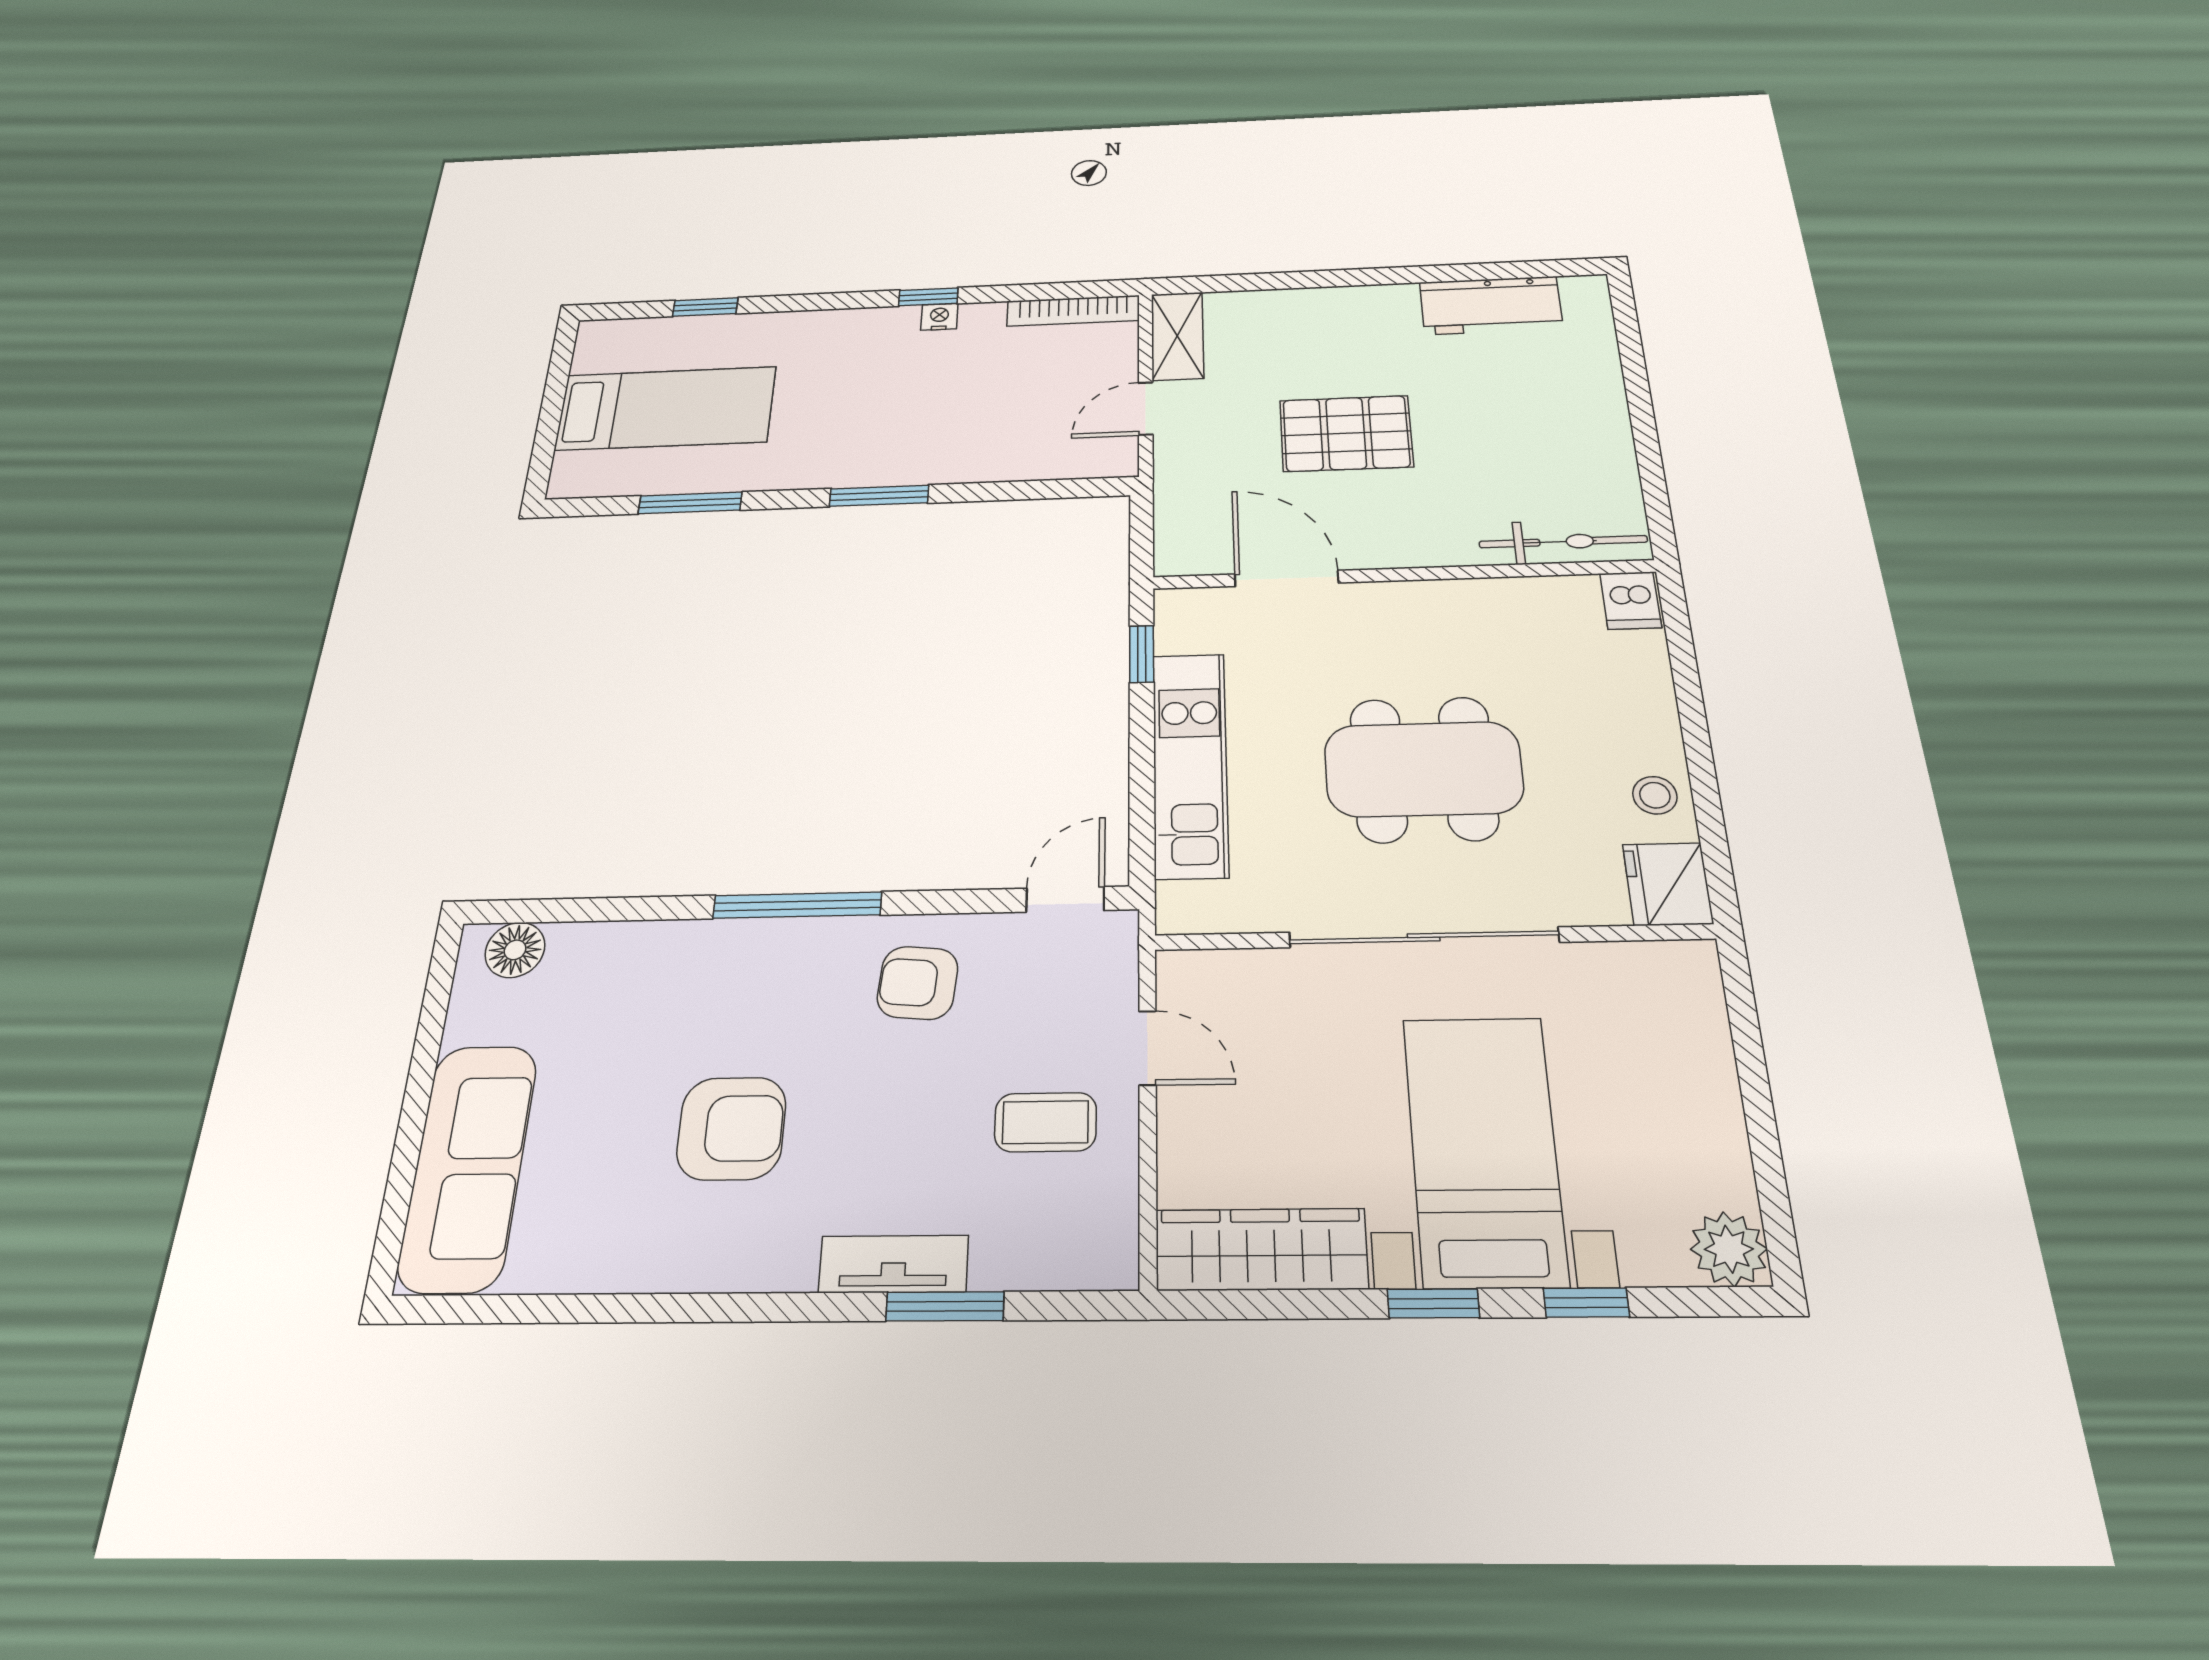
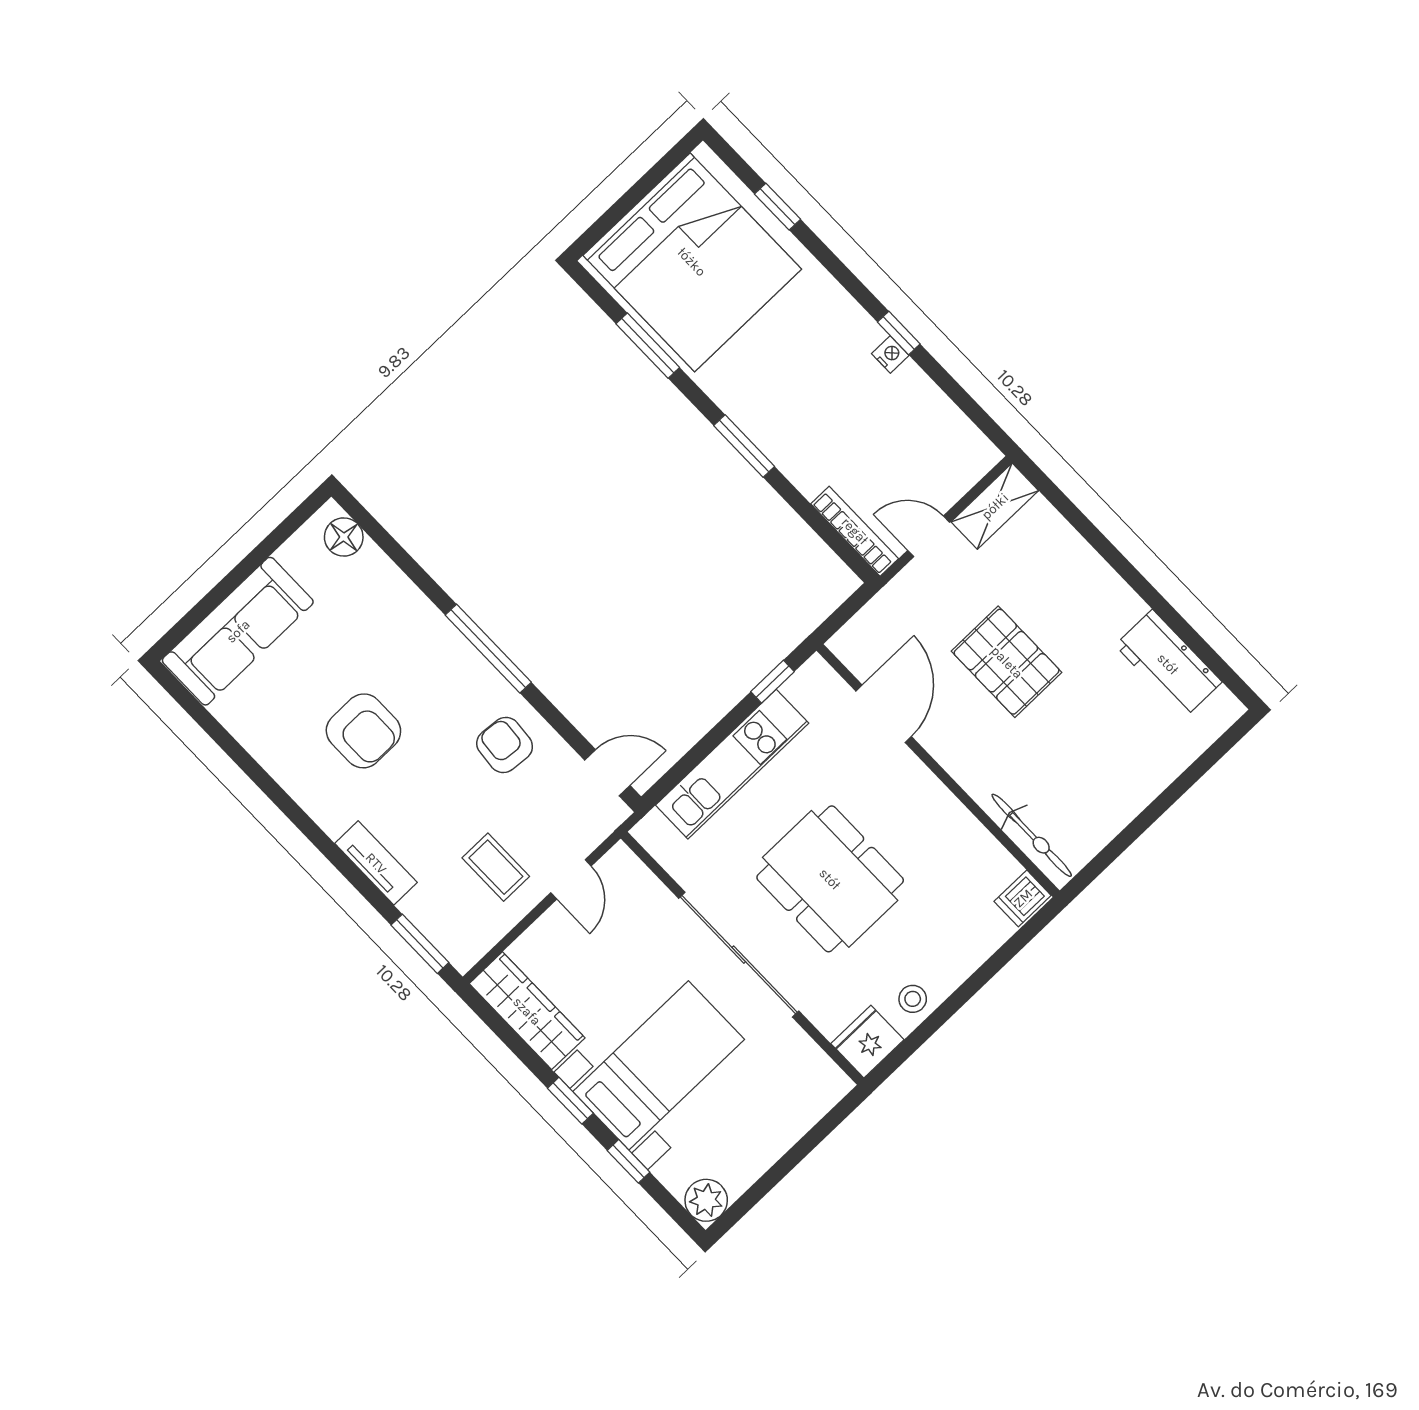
bookcase: (1073, 311) -> (855, 531), moved, turned 180
bed: (666, 408) -> (692, 262), width x2.04
window: (945, 1306) -> (420, 944), moved

